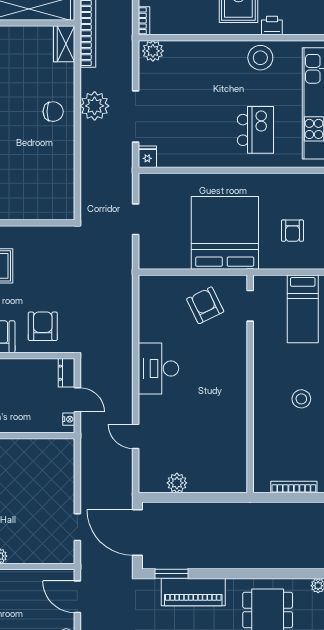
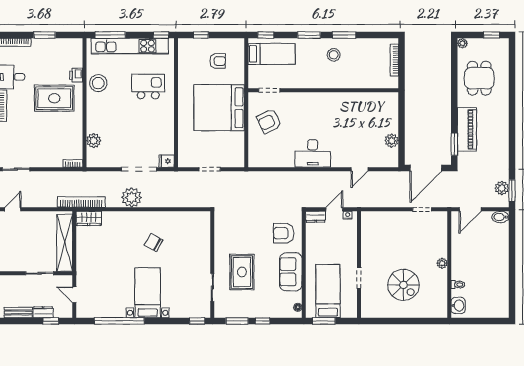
plant: (153, 51) -> (94, 141), moved
chair: (53, 112) -> (154, 242), moved, turned -61

